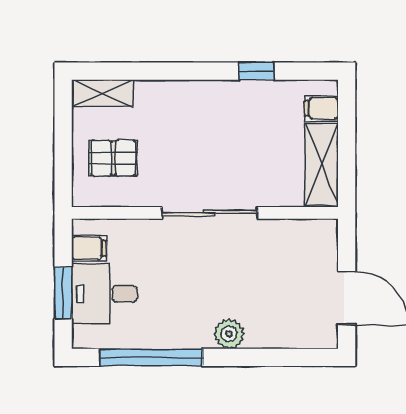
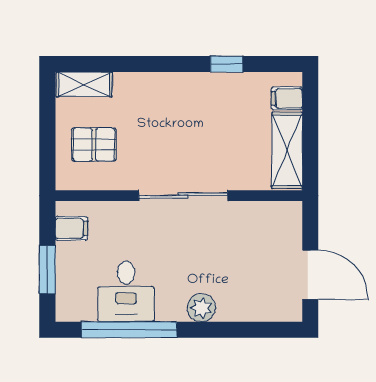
desk: (104, 294) -> (126, 291), moved, turned -90

